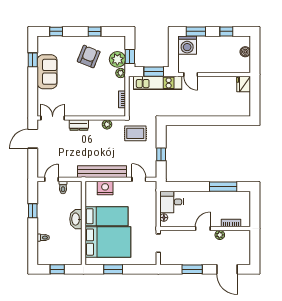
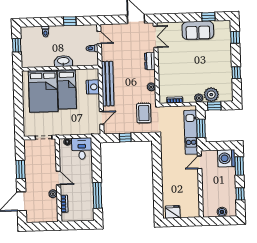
armchair: (89, 57) -> (213, 68), removed
fridge: (244, 84) -> (173, 212), moved
window: (113, 269) -> (18, 97), removed

